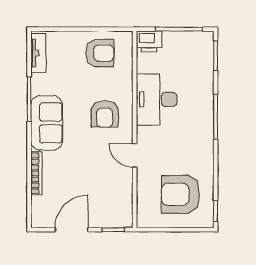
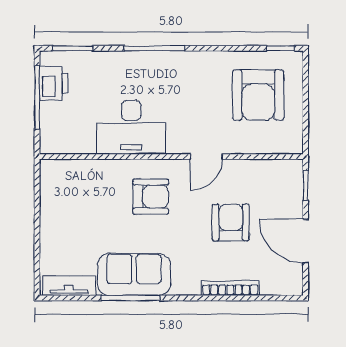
printer: (149, 41) -> (54, 83), moved
armchair: (100, 53) -> (231, 222), moved
sofa: (47, 123) -> (134, 274), moved

